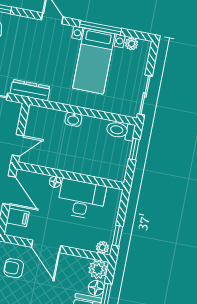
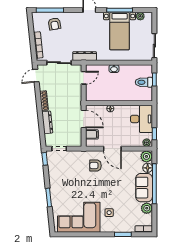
toilet: (121, 130) -> (144, 82), moved
door: (18, 145) -> (84, 78), moved
desk: (82, 199) -> (141, 119), moved, turned 90

